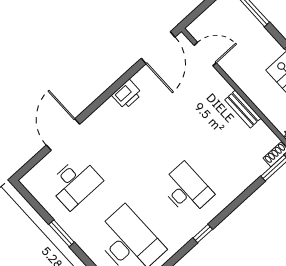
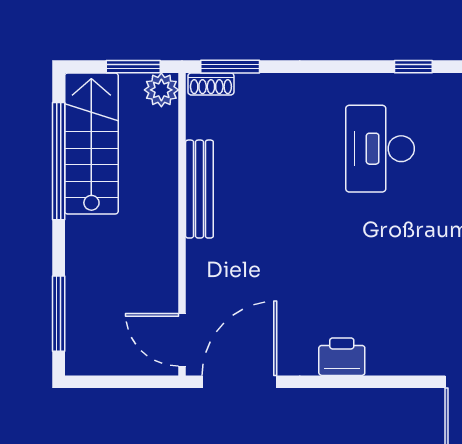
door: (205, 54) -> (182, 340), moved
bench: (243, 109) -> (199, 189), width x1.36

